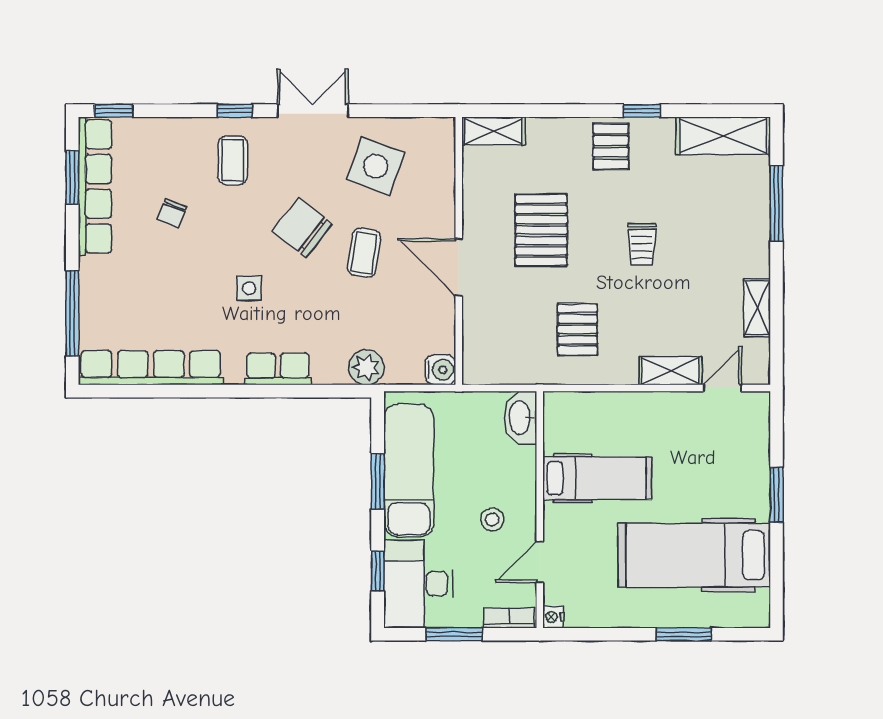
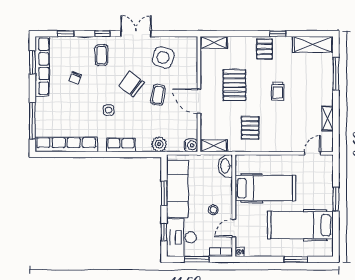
window: (114, 111) -> (65, 34), moved
shelving: (670, 371) -> (214, 146), moved
hospital bed: (597, 478) -> (265, 188), width x1.37, depth x1.29

